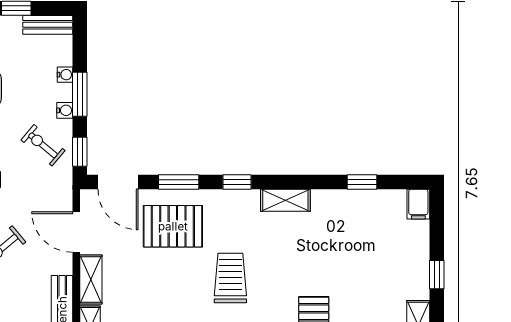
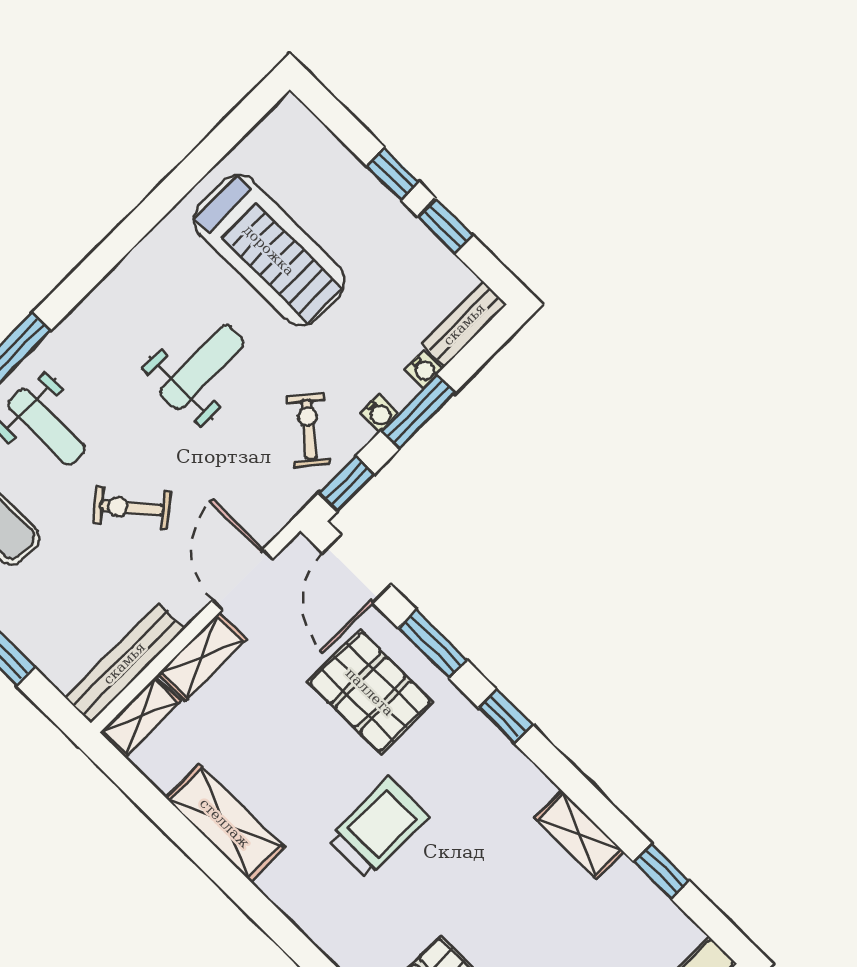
bench: (48, 25) -> (464, 324), moved, turned 90
shelving: (285, 200) -> (579, 835), moved

